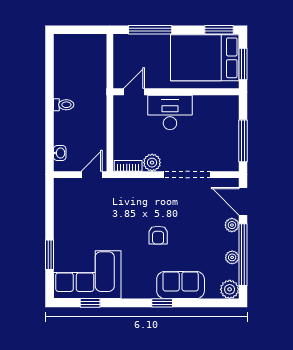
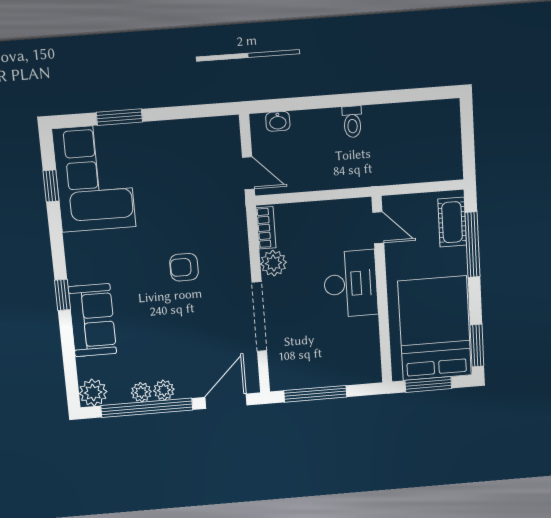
cot: (134, 43) -> (452, 222), added
plant: (232, 225) -> (164, 390), moved
armchair: (158, 235) -> (184, 267), moved

